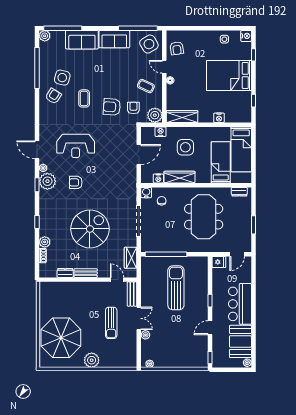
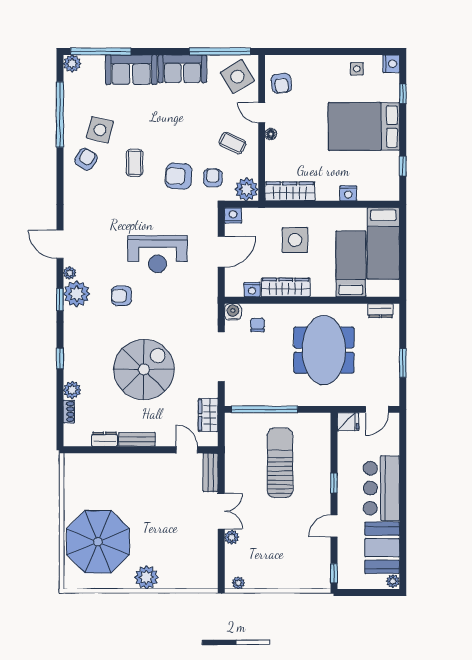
nightstand: (161, 132) -> (233, 215), moved
reception desk: (76, 146) -> (157, 254), moved
sun lounger: (111, 323) -> (177, 518), removed

